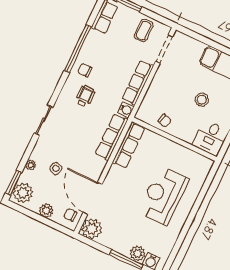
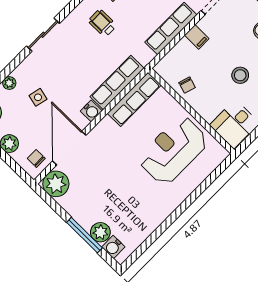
filing cabinet: (159, 82) -> (197, 37), added
wheelchair: (85, 96) -> (102, 23), turned -90
water cooler: (126, 110) -> (91, 111), moved
reception desk: (163, 195) -> (173, 150), moved

